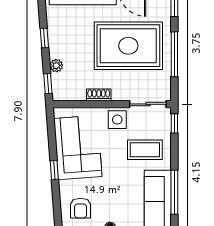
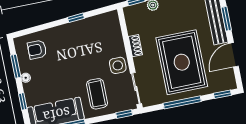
corner sofa: (78, 147) -> (88, 37), removed
window: (54, 170) -> (76, 18), moved

